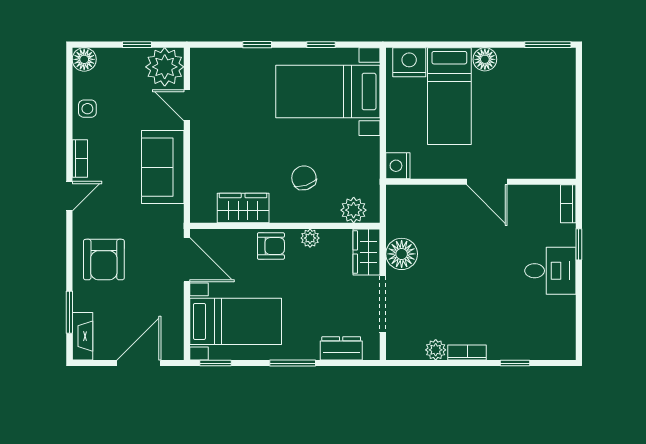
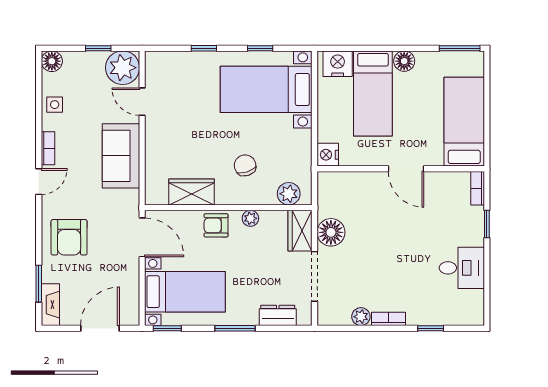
bed: (553, 128) -> (464, 122), added
armchair: (271, 246) -> (216, 225), turned 180
desk: (550, 271) -> (462, 268), moved

